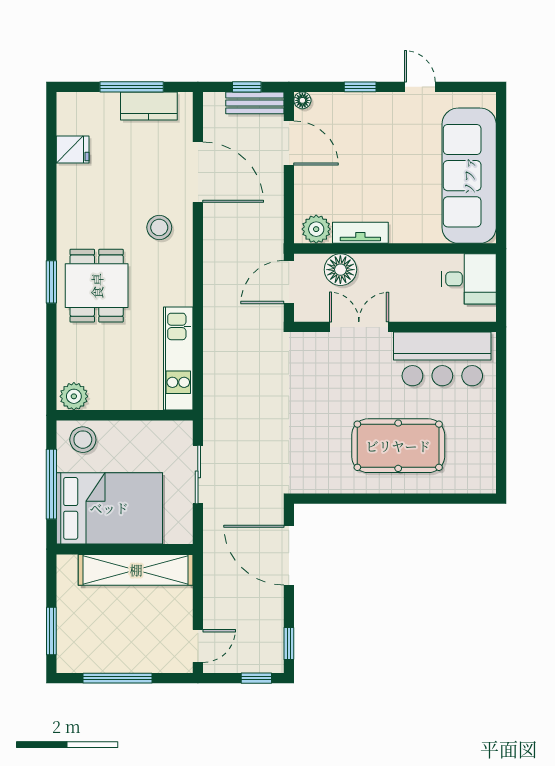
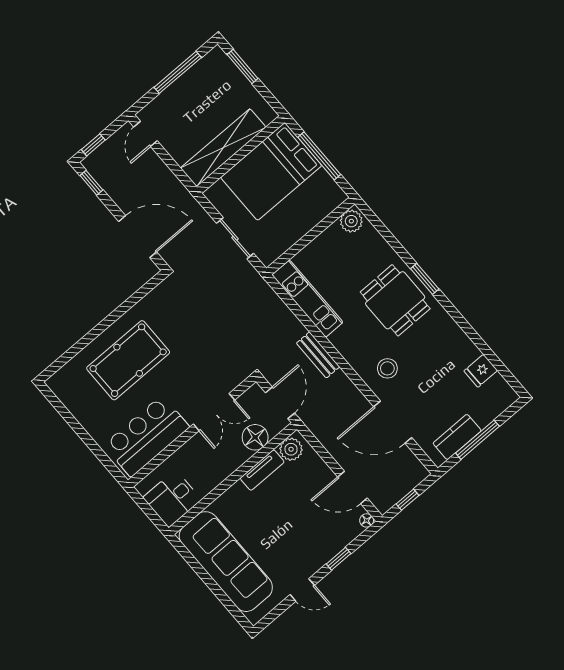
bench: (255, 103) -> (318, 355), moved, turned 90
stool: (83, 440) -> (323, 199), removed

